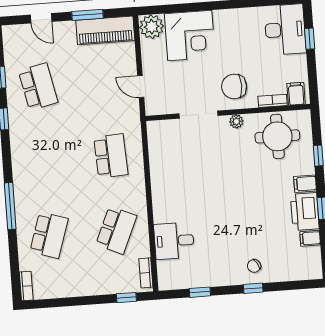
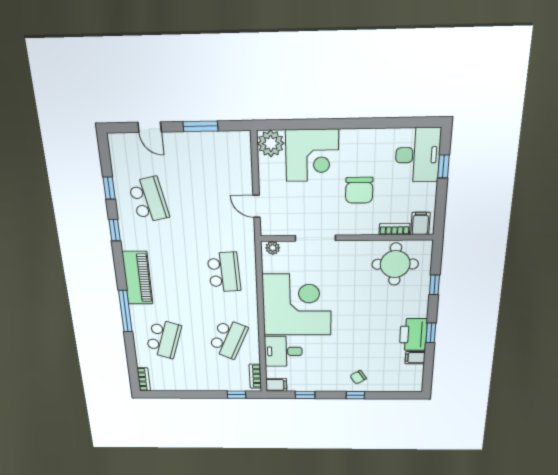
piano: (105, 30) -> (137, 278), moved, turned -90
chair: (234, 87) -> (359, 190), moved, turned -90
plant: (236, 121) -> (273, 248), moved
filing cabinet: (305, 184) -> (276, 385), moved, turned 180
corner desk: (185, 187) -> (297, 305), added

